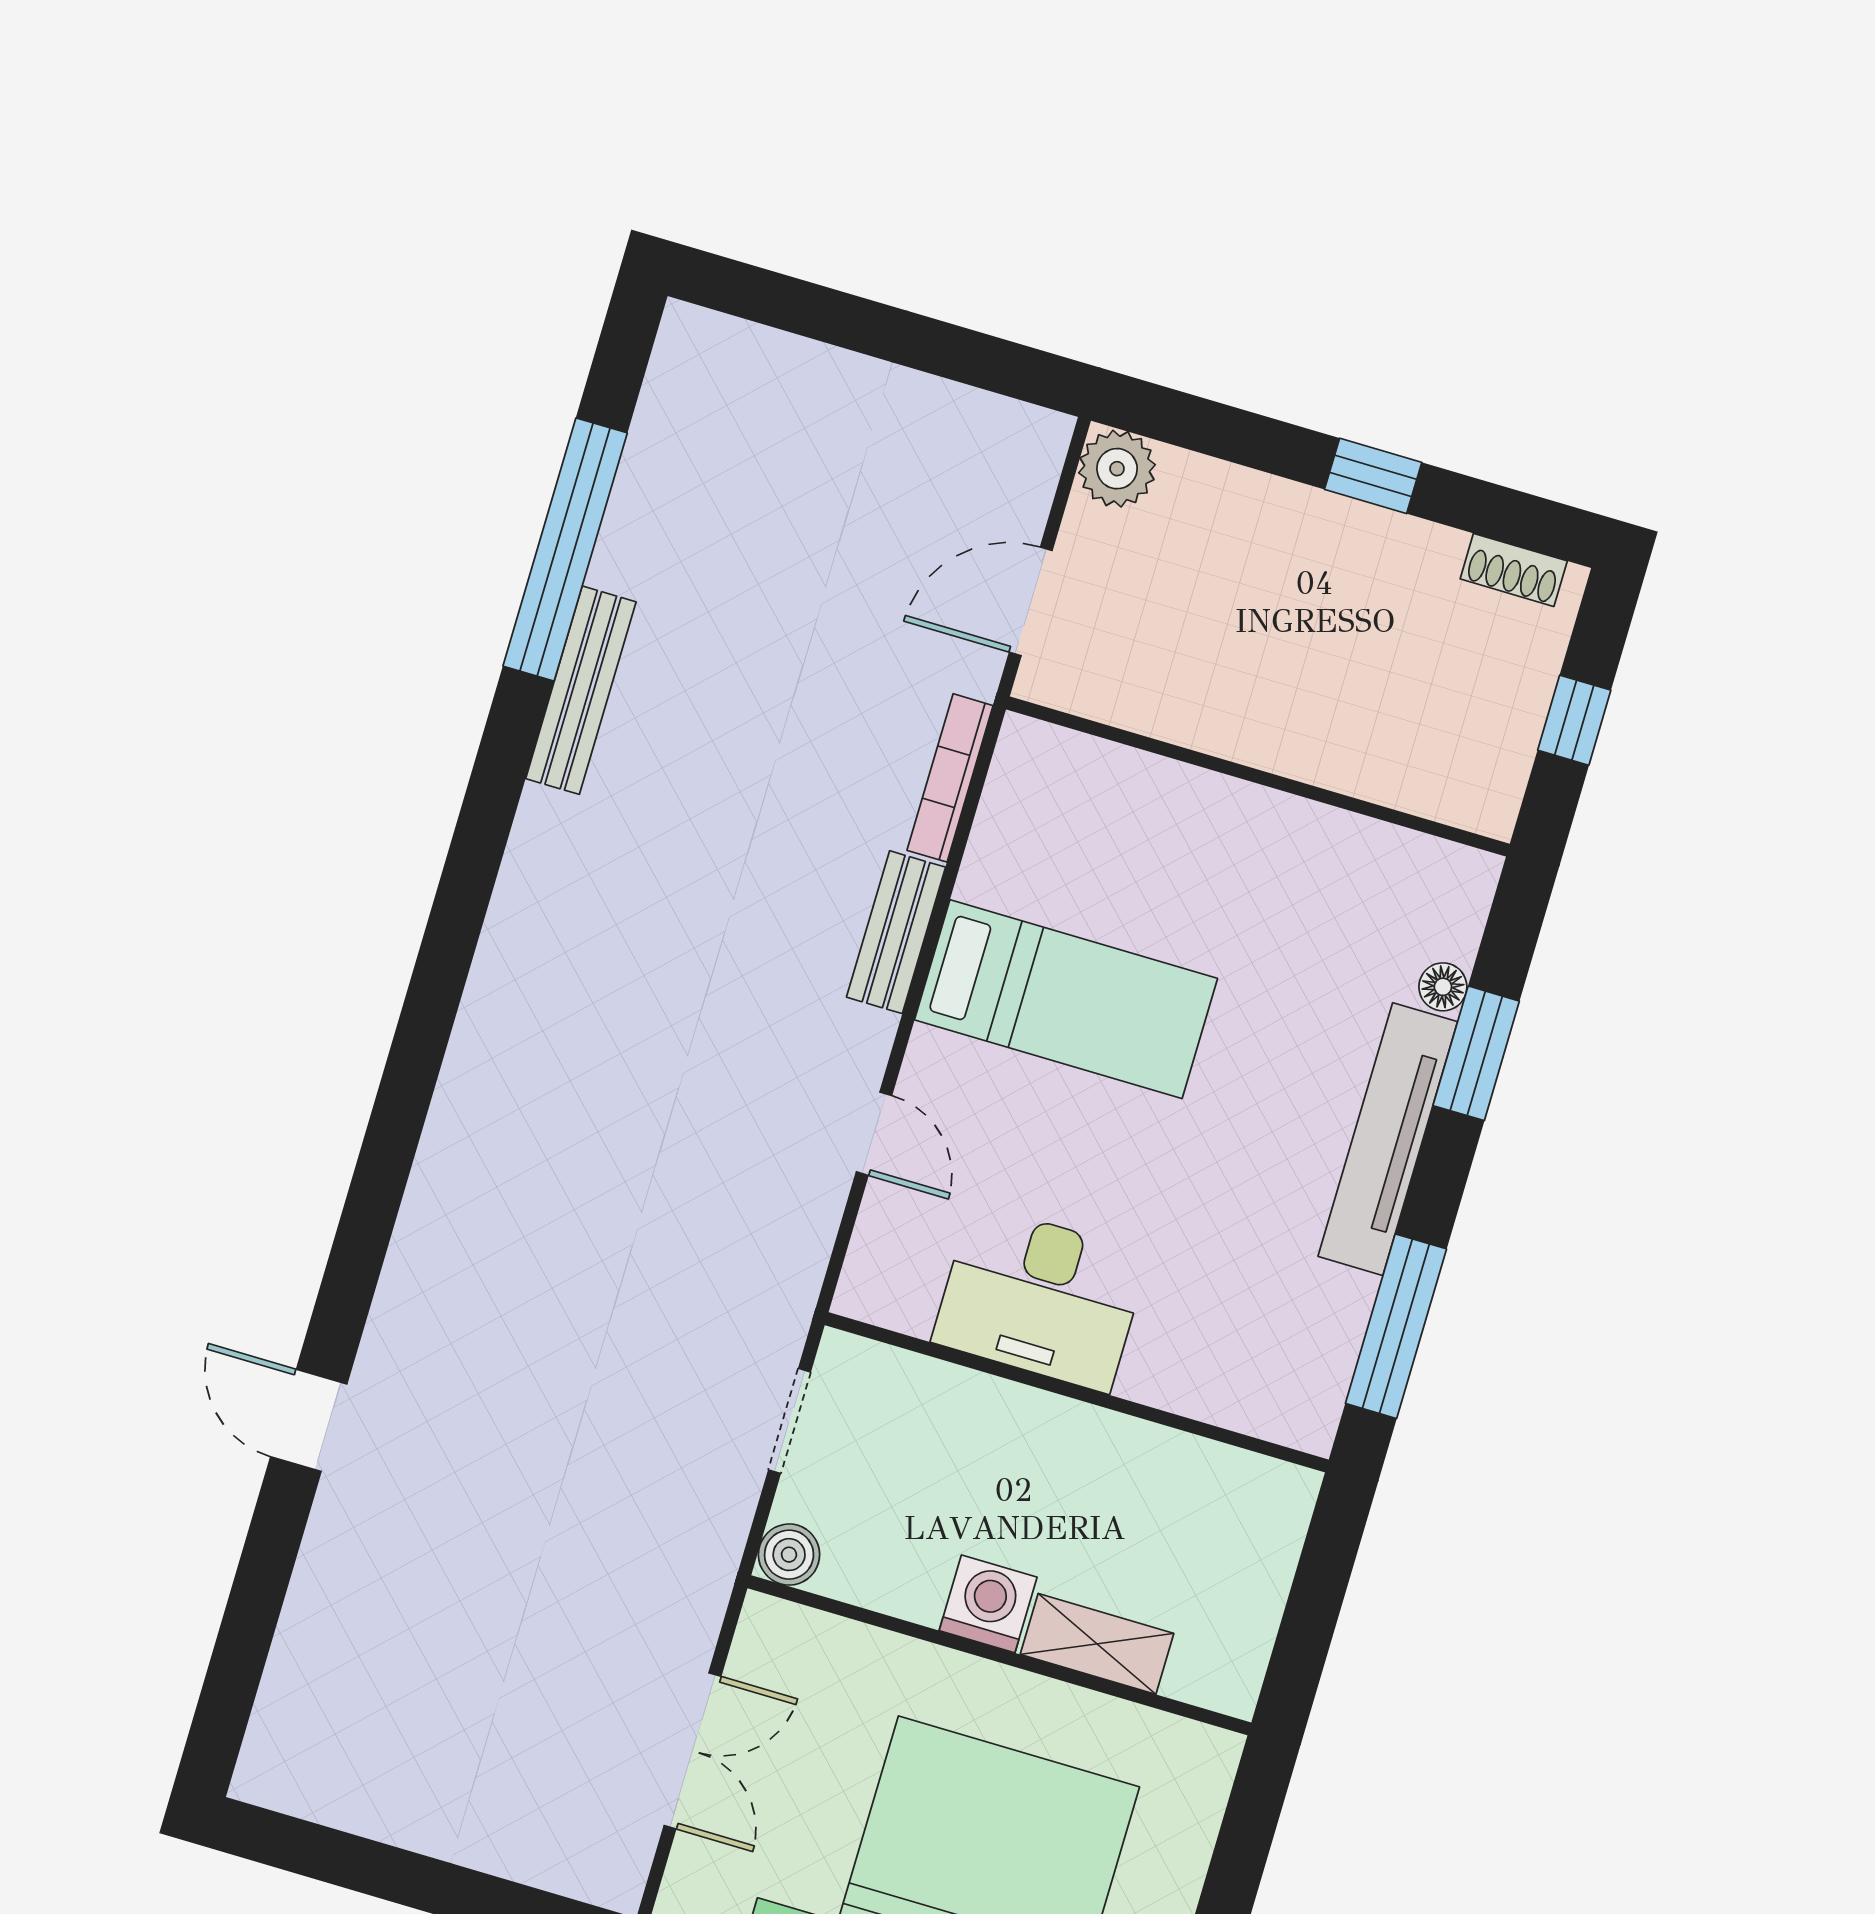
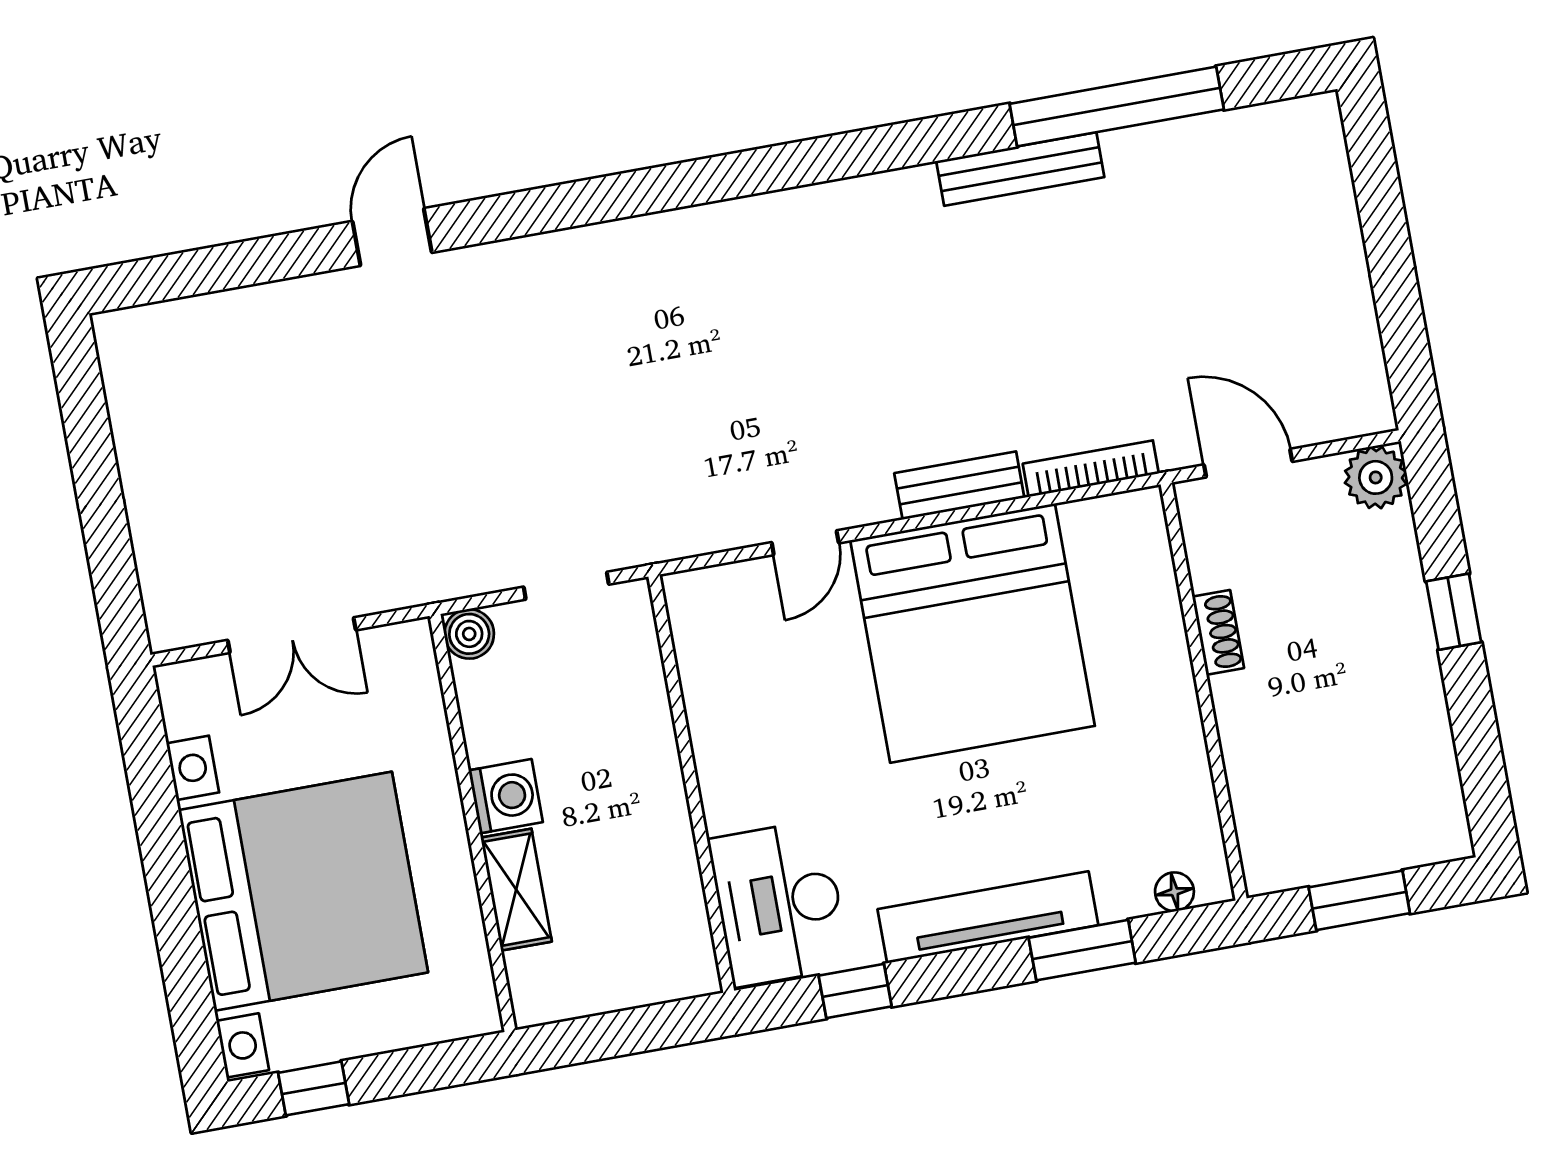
window: (1373, 476) -> (1454, 612), moved
shoe rack: (1514, 570) -> (1218, 632), moved, turned 180
window: (1574, 720) -> (1359, 900), width x1.50
floor lamp: (1443, 987) -> (1174, 892), moved
bed: (1066, 999) -> (972, 633), width x2.04
desk: (1040, 1298) -> (779, 903), moved
window: (1396, 1326) -> (855, 991), width x0.46

